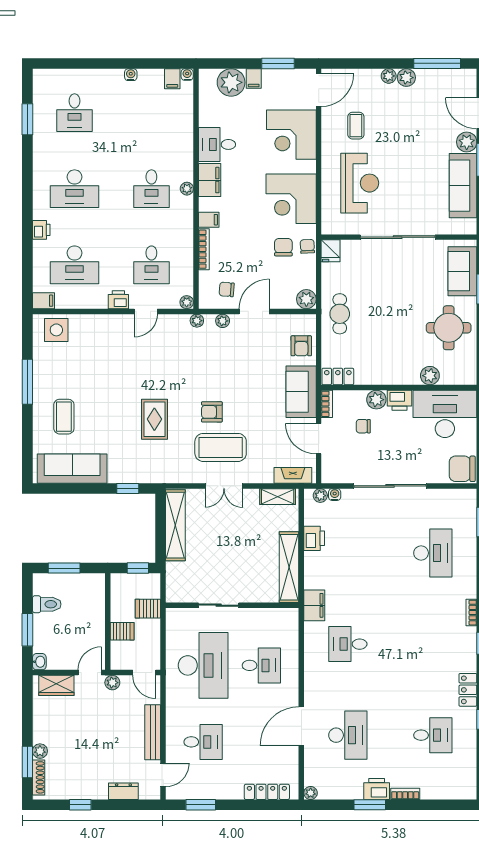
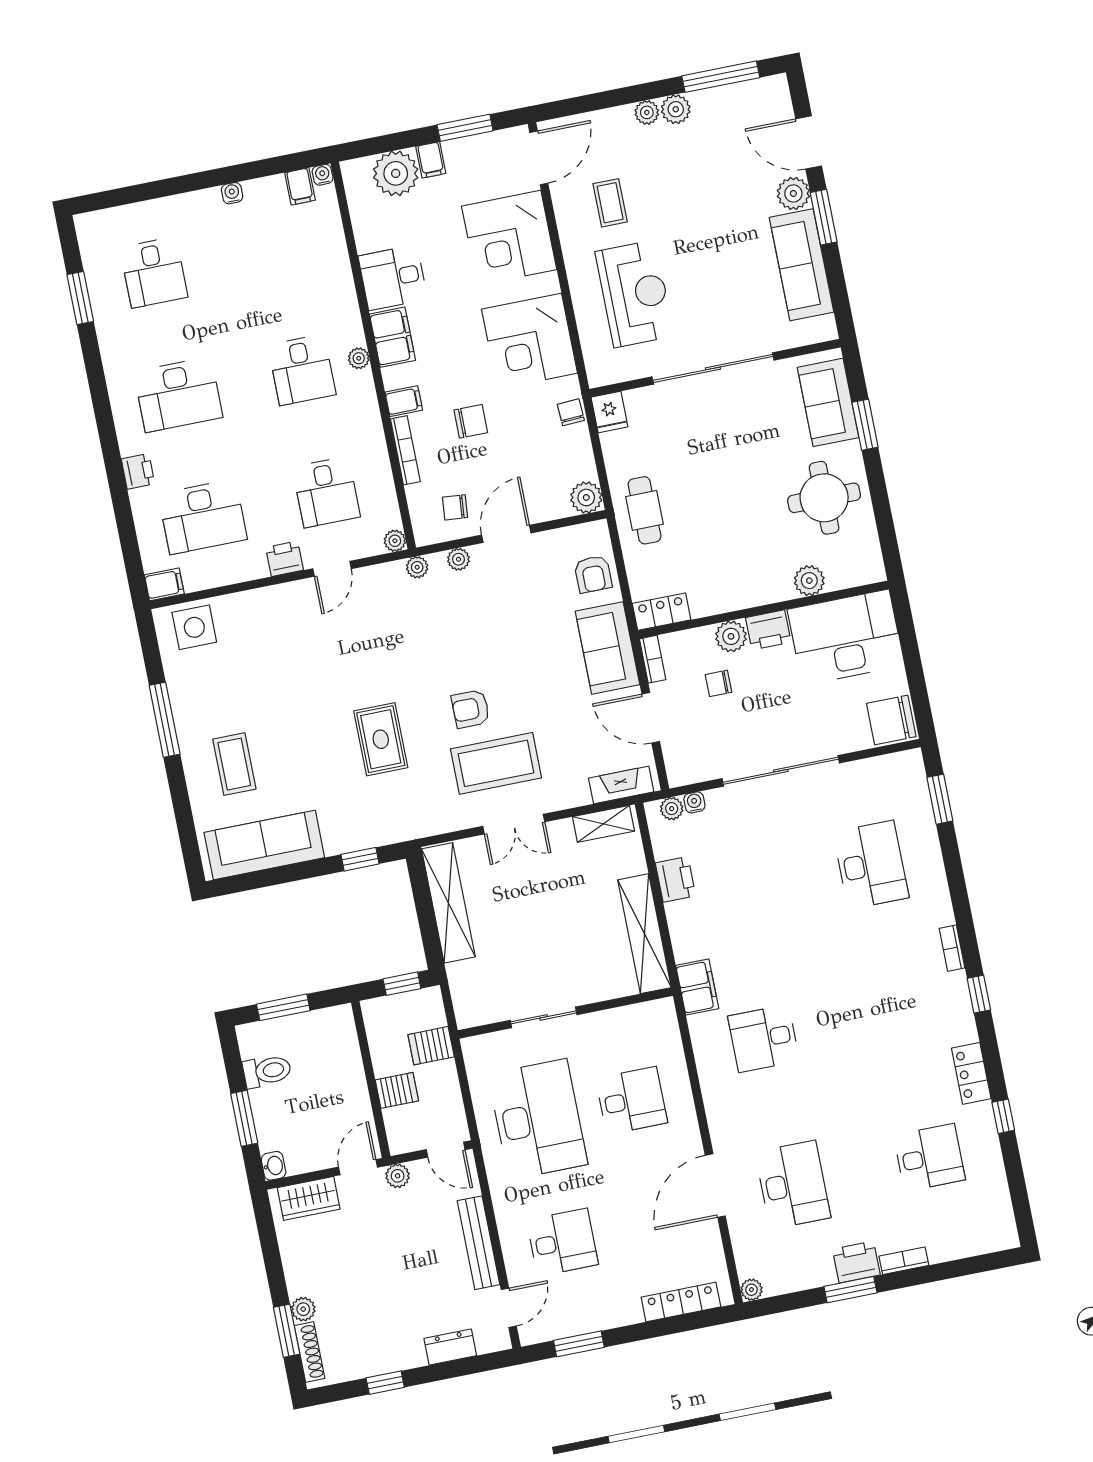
chair: (283, 247) -> (471, 421), moved, turned 90

